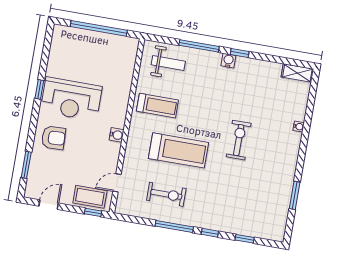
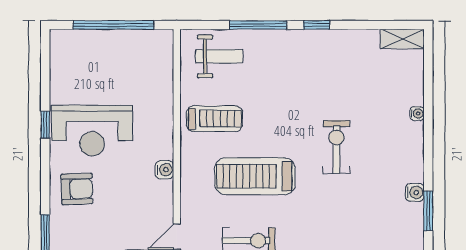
water cooler: (228, 61) -> (415, 192), moved, turned 90
treadmill: (179, 150) -> (255, 176), turned 180

